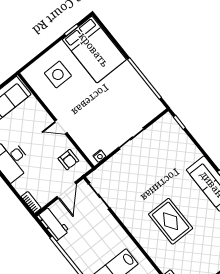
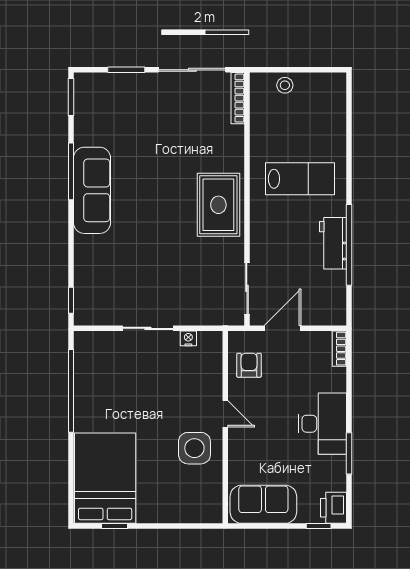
side table: (58, 74) -> (194, 448), moved
nightstand: (99, 156) -> (188, 338), moved
rug: (171, 221) -> (218, 205), moved
workbench: (53, 224) -> (333, 243), moved

